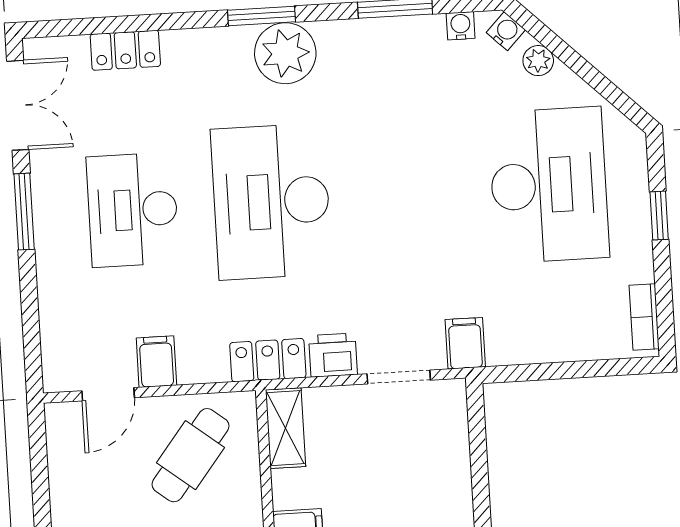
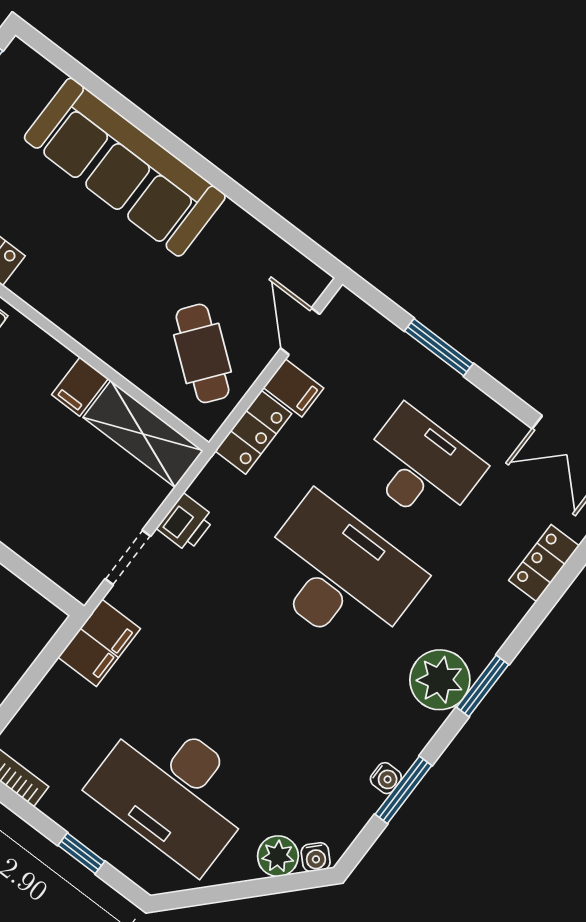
water cooler: (461, 26) -> (386, 778), moved
plant: (538, 61) -> (278, 856), width x1.38, depth x1.38
window: (24, 212) -> (439, 347), moved
filing cabinet: (465, 343) -> (99, 643), width x2.00
locker: (268, 360) -> (253, 432), moved
shelving: (286, 428) -> (143, 434), width x1.50, depth x1.33

